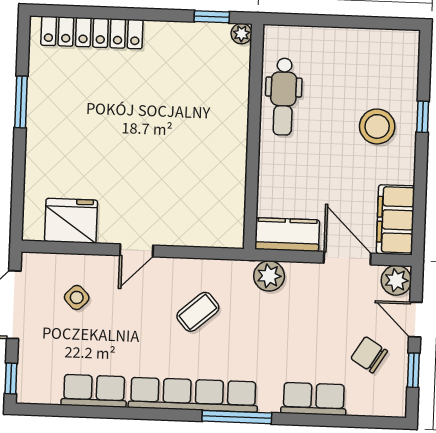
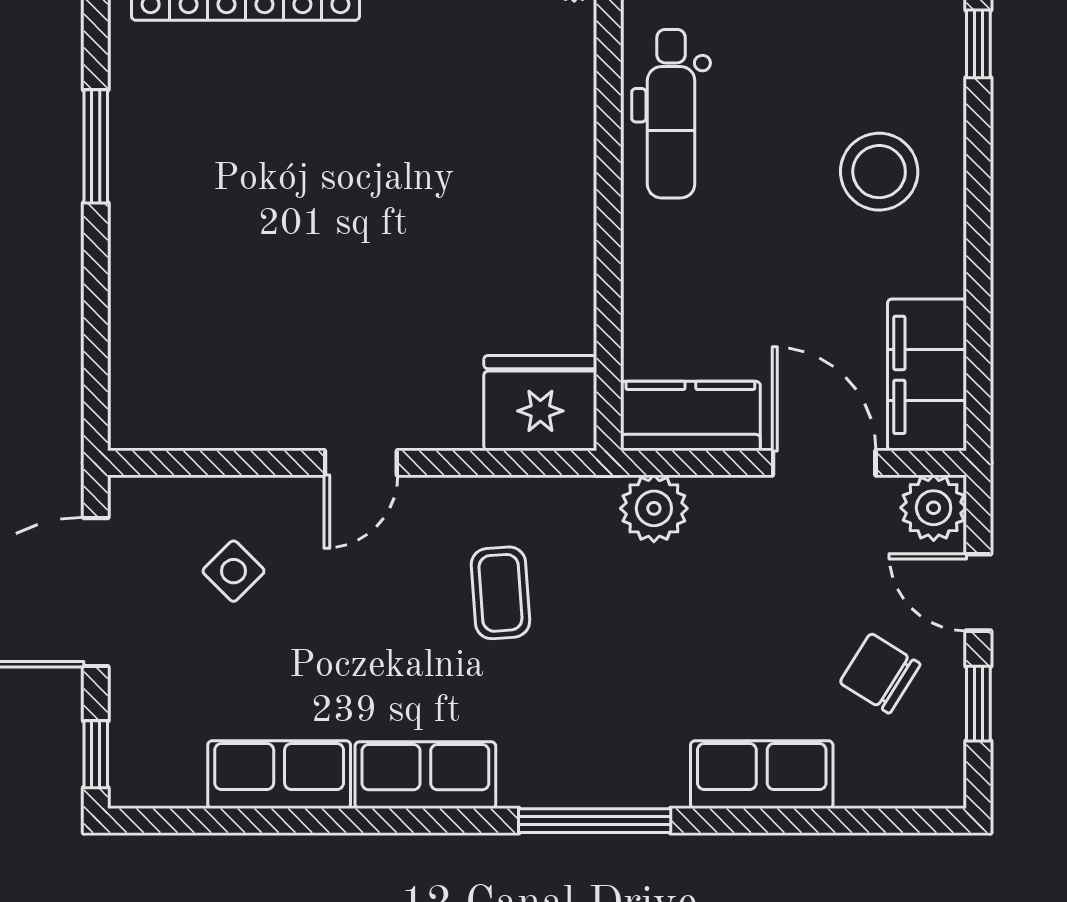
window: (423, 117) -> (978, 44), moved
fridge: (71, 221) -> (540, 403), moved
coffee table: (198, 312) -> (500, 593), turned -53
row of seats: (193, 395) -> (425, 775), width x0.50

